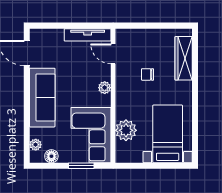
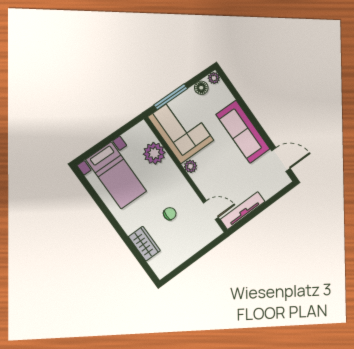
wardrobe: (184, 58) -> (144, 244), width x0.67
plant: (105, 88) -> (191, 166), moved
plant: (36, 145) -> (214, 78), moved
window: (81, 166) -> (171, 97), width x1.44

